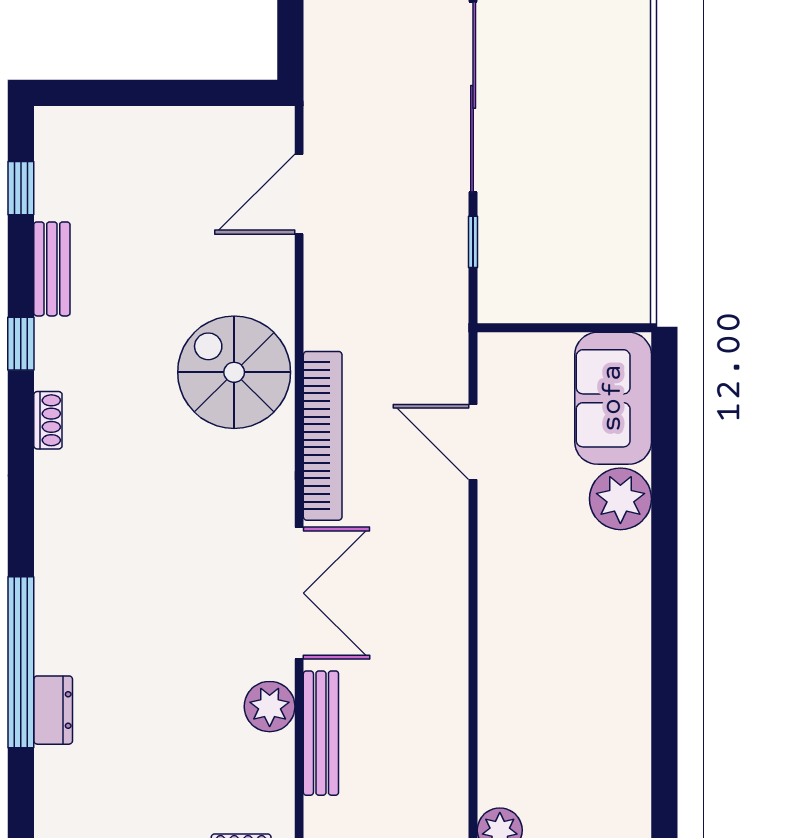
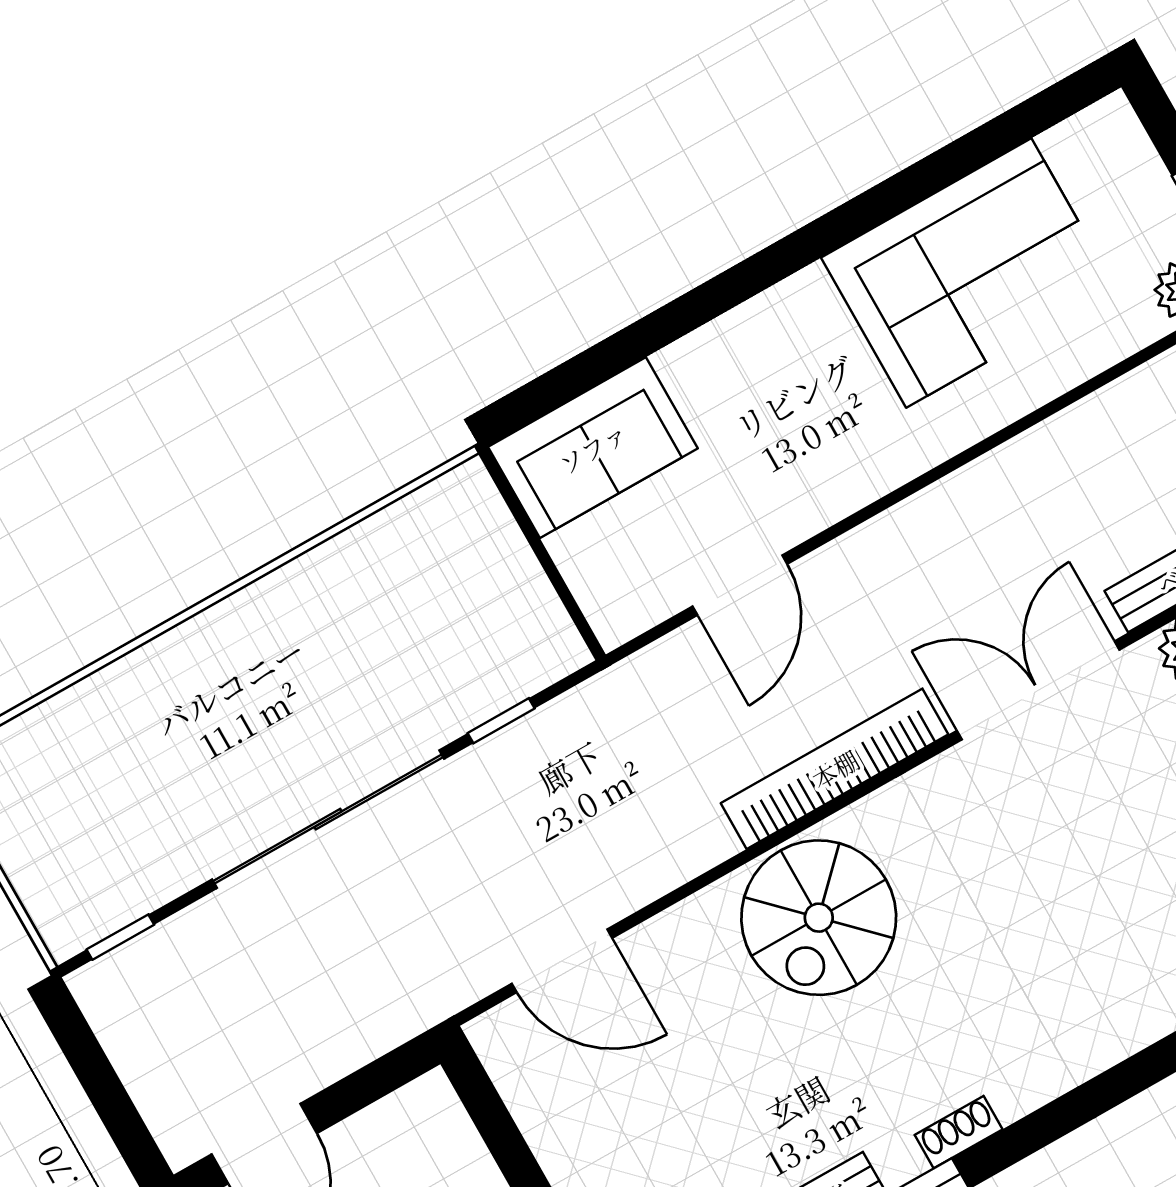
shoe rack: (48, 420) -> (959, 1132), moved
plant: (620, 499) -> (708, 371), removed
corner sofa: (588, 699) -> (969, 273), added

